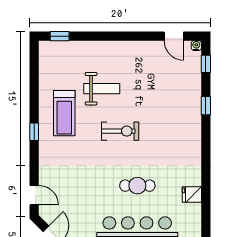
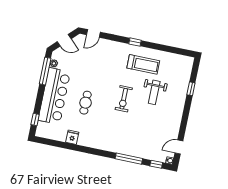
window: (60, 36) -> (191, 89), moved
window: (206, 106) -> (129, 159), width x2.17
treadmill: (64, 113) -> (143, 64), turned 180

